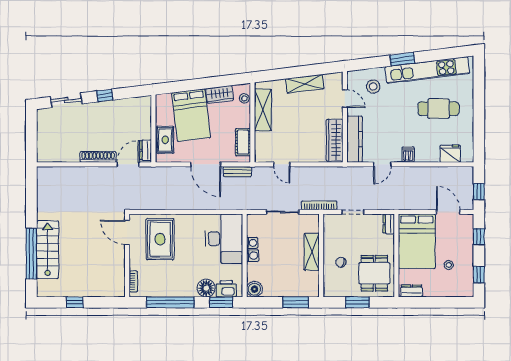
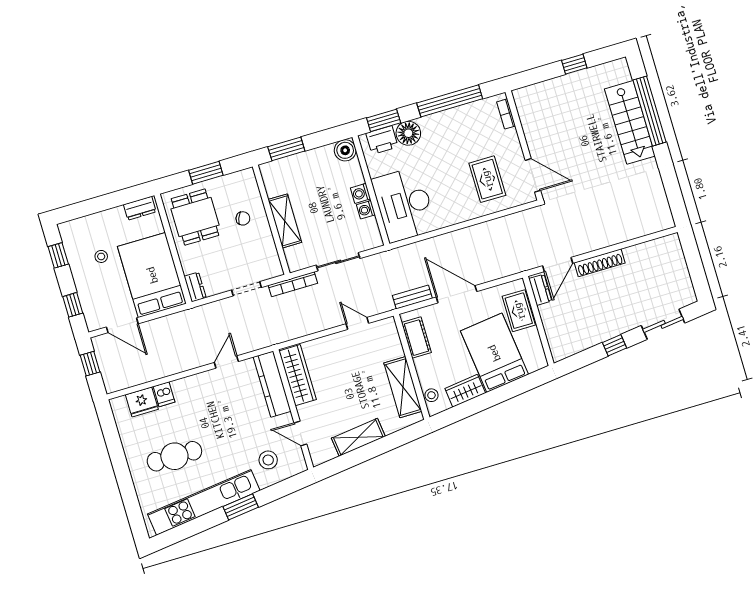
dishwasher: (408, 155) -> (164, 394), moved
rug: (160, 239) -> (487, 179), width x0.73, depth x0.70

